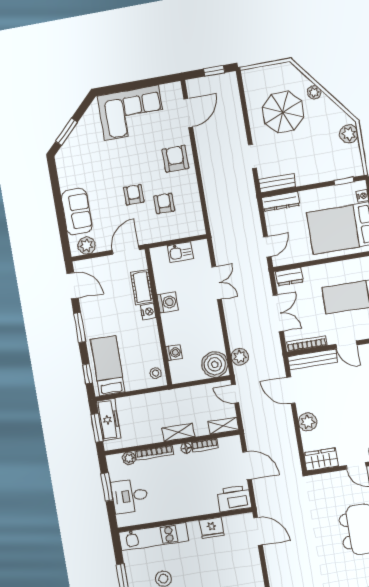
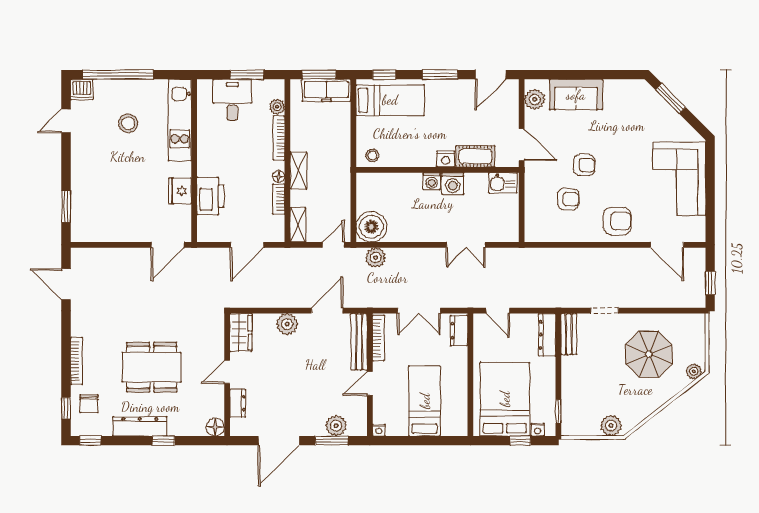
plant: (314, 92) -> (694, 371), moved
kitchen sink: (180, 252) -> (503, 183), moved, turned -90
washing machine: (174, 353) -> (432, 181), moved
printer: (234, 499) -> (210, 196), moved

